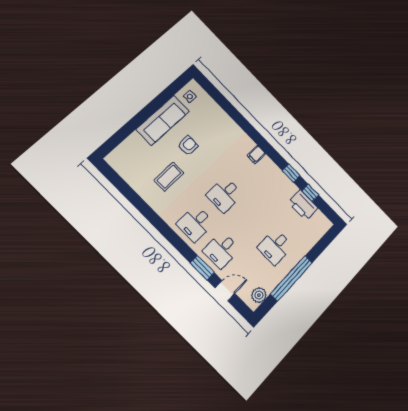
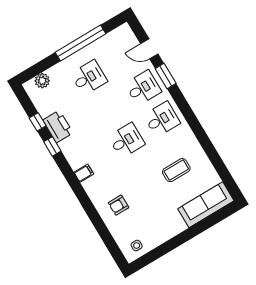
sofa: (163, 120) -> (206, 205), moved
armchair: (188, 146) -> (119, 205), moved
printer: (303, 205) -> (58, 126), moved
plant: (259, 295) -> (42, 81), moved

